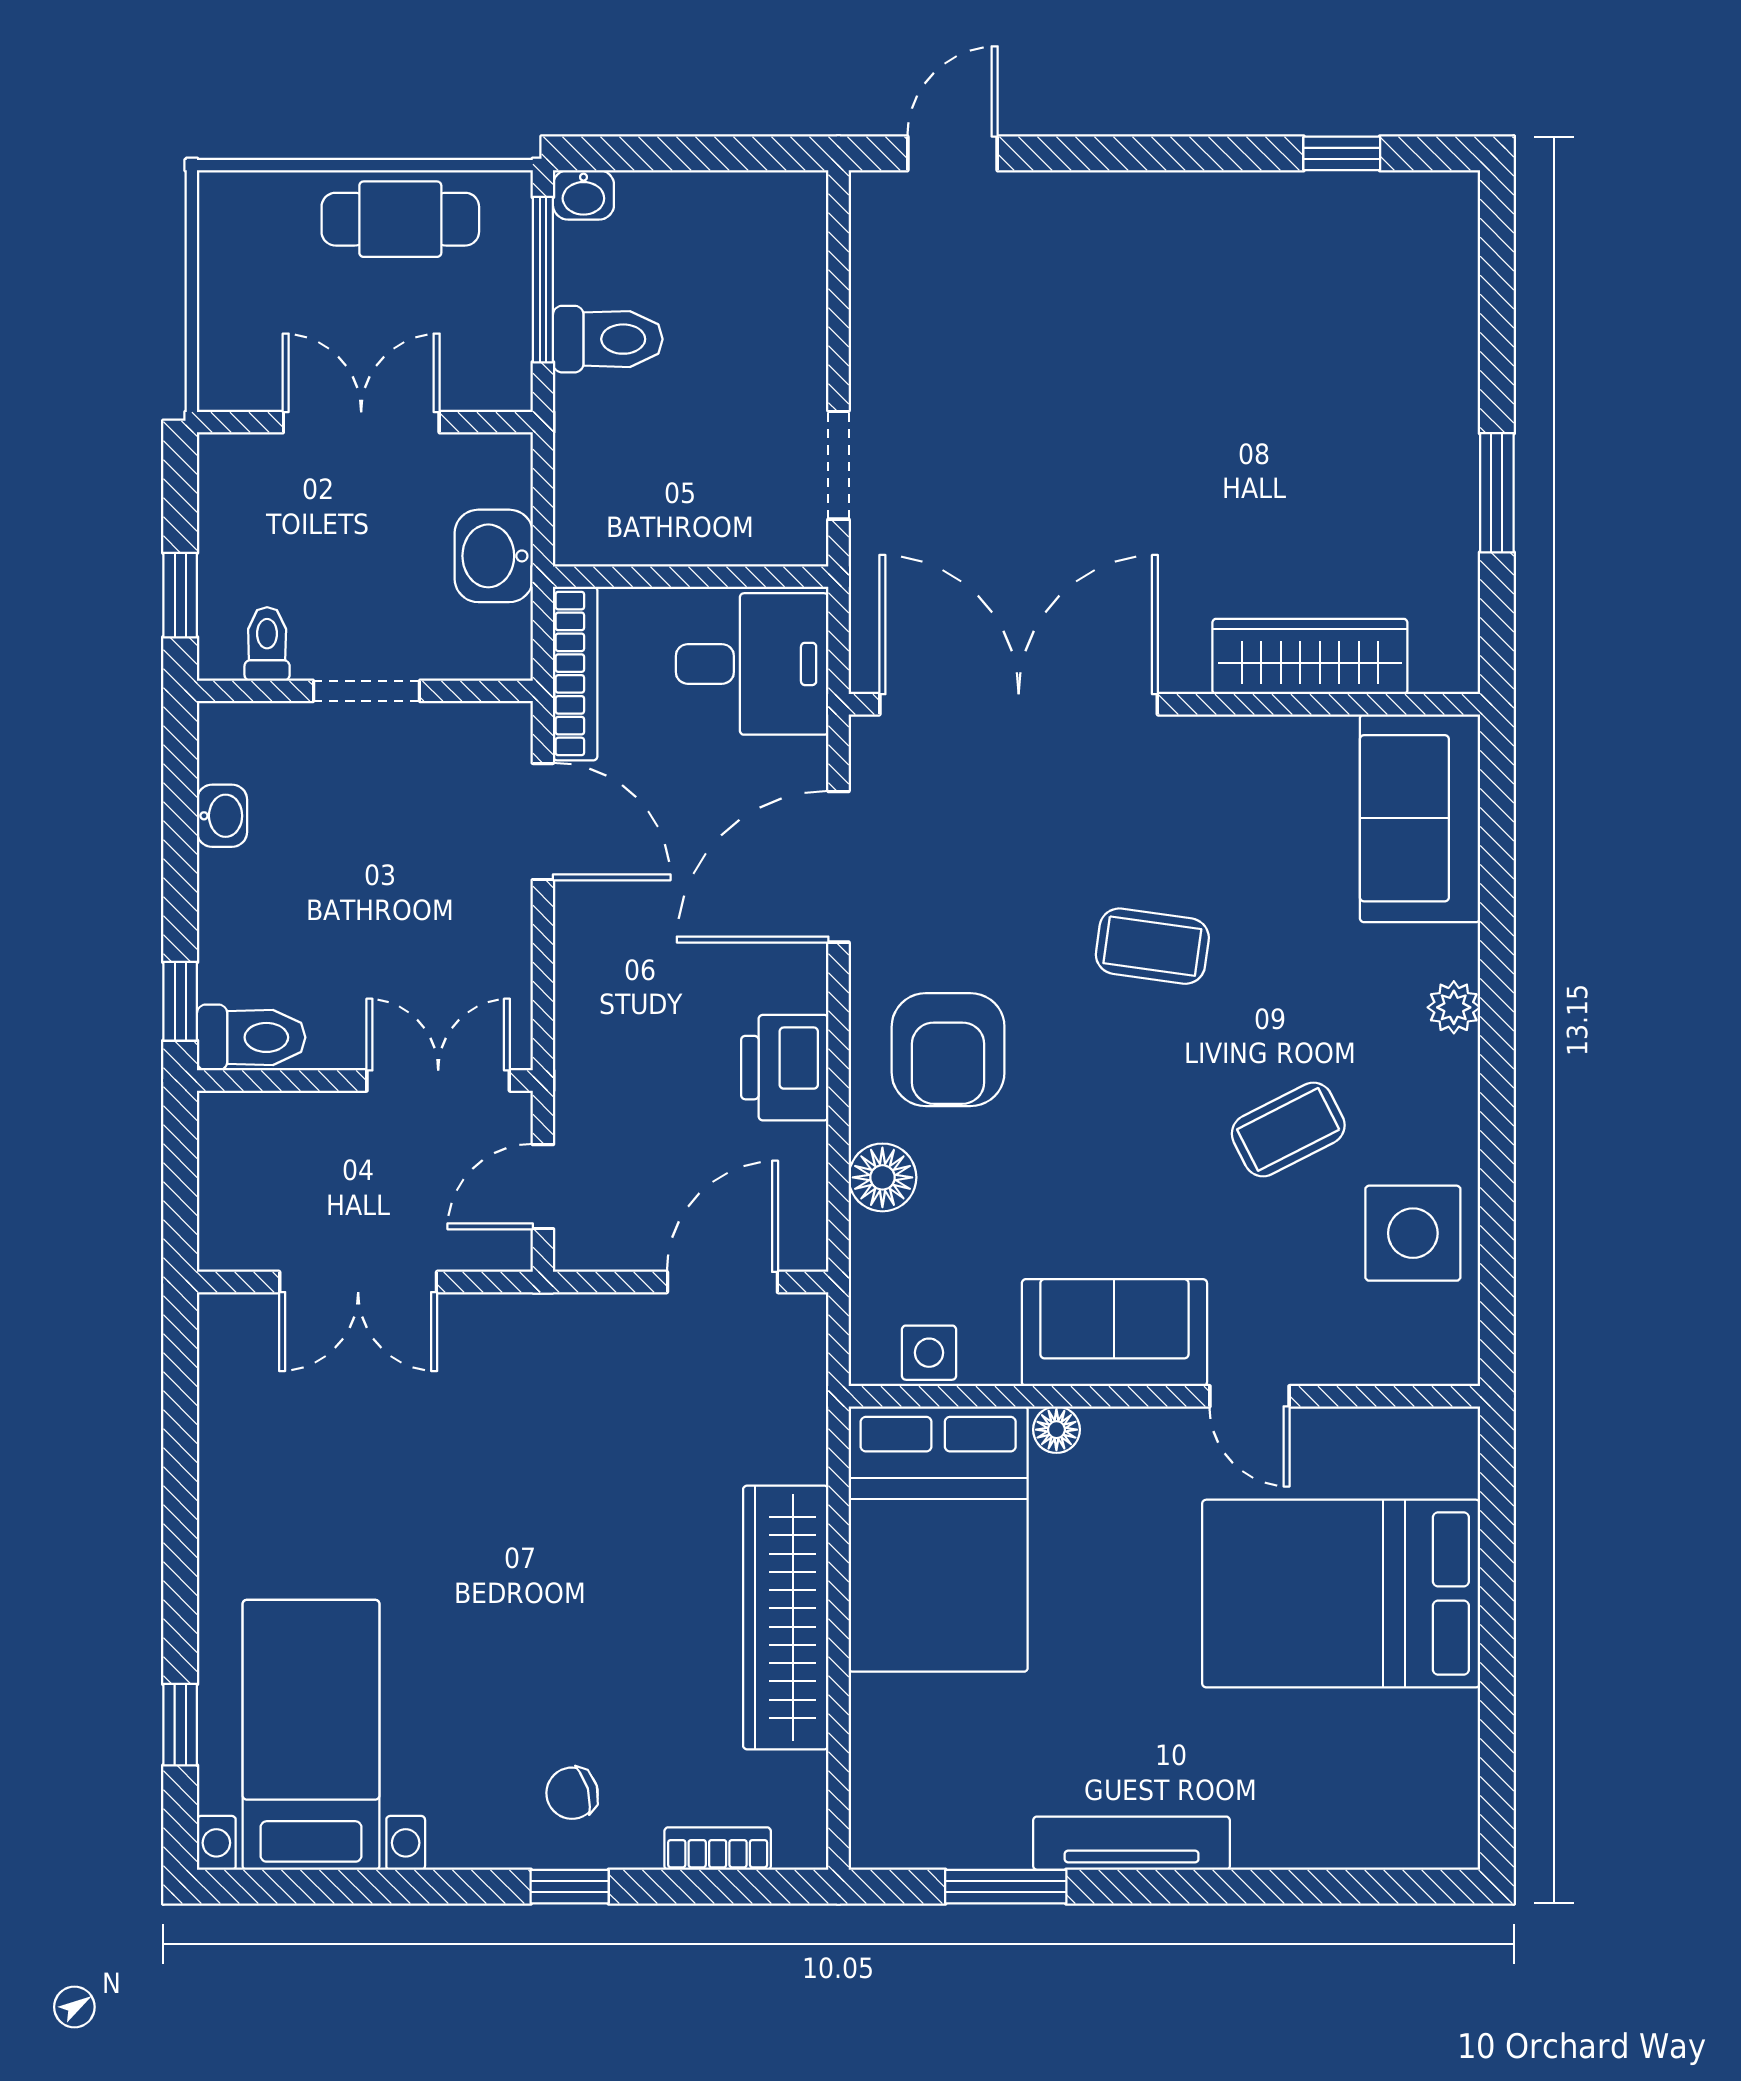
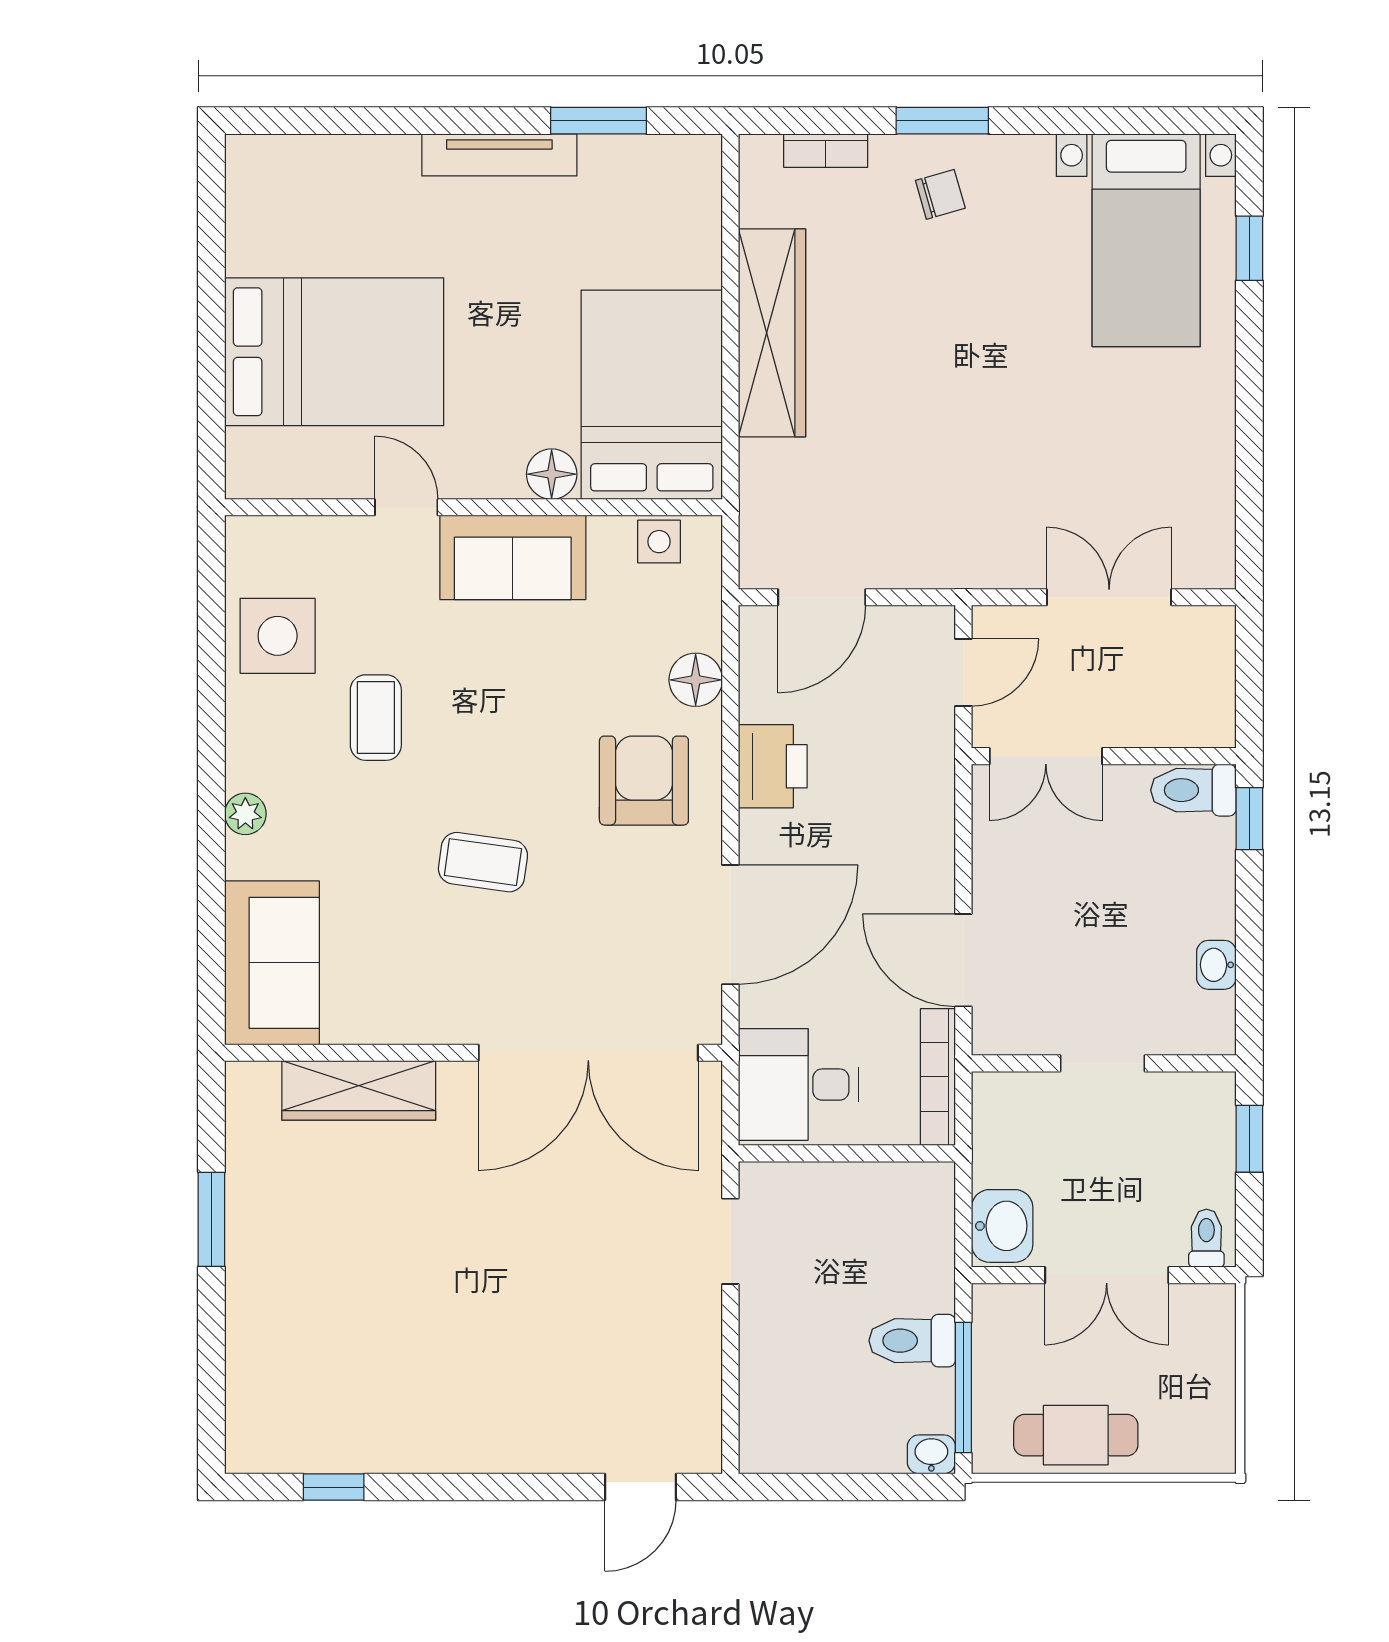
washbasin: (494, 556) -> (1002, 1226), moved
toilet: (267, 644) -> (1206, 1238), moved, turned 180
coffee table: (1288, 1129) -> (376, 718), turned -63
floor lamp: (1056, 1430) -> (552, 474), width x1.37, depth x1.37
window: (570, 1887) -> (942, 121), width x1.50

